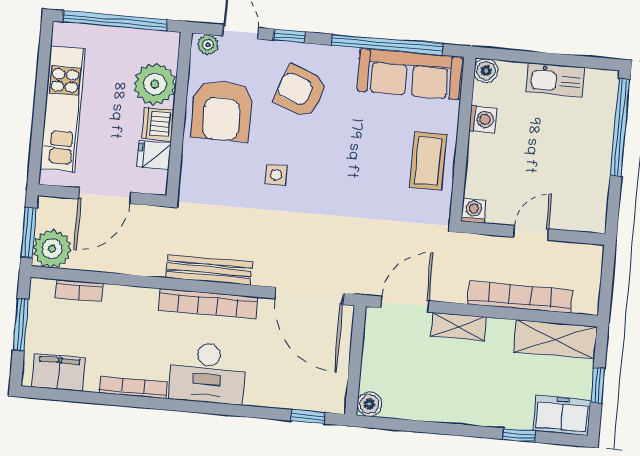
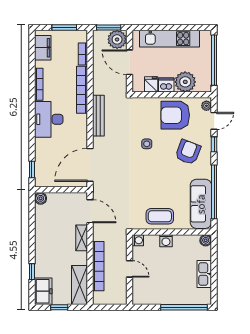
washing machine: (483, 119) -> (166, 241), moved
plant: (52, 249) -> (117, 39), moved
bookcase: (208, 304) -> (82, 90), moved

